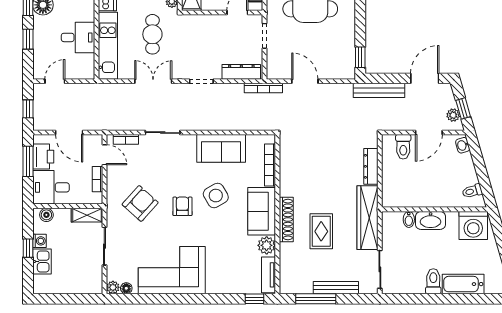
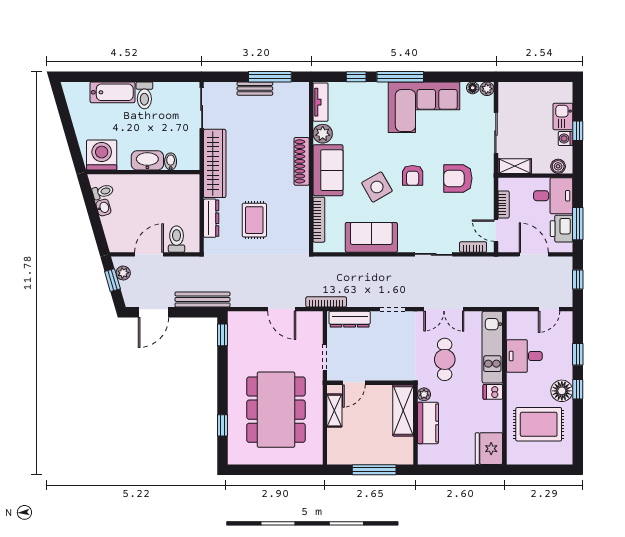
washbasin: (463, 145) -> (103, 208), moved
armchair: (140, 203) -> (458, 178), turned 48
rug: (321, 231) -> (254, 220), moved
bench: (336, 288) -> (255, 89), width x0.73
window: (194, 299) -> (400, 77), added
window: (255, 299) -> (356, 77), moved

